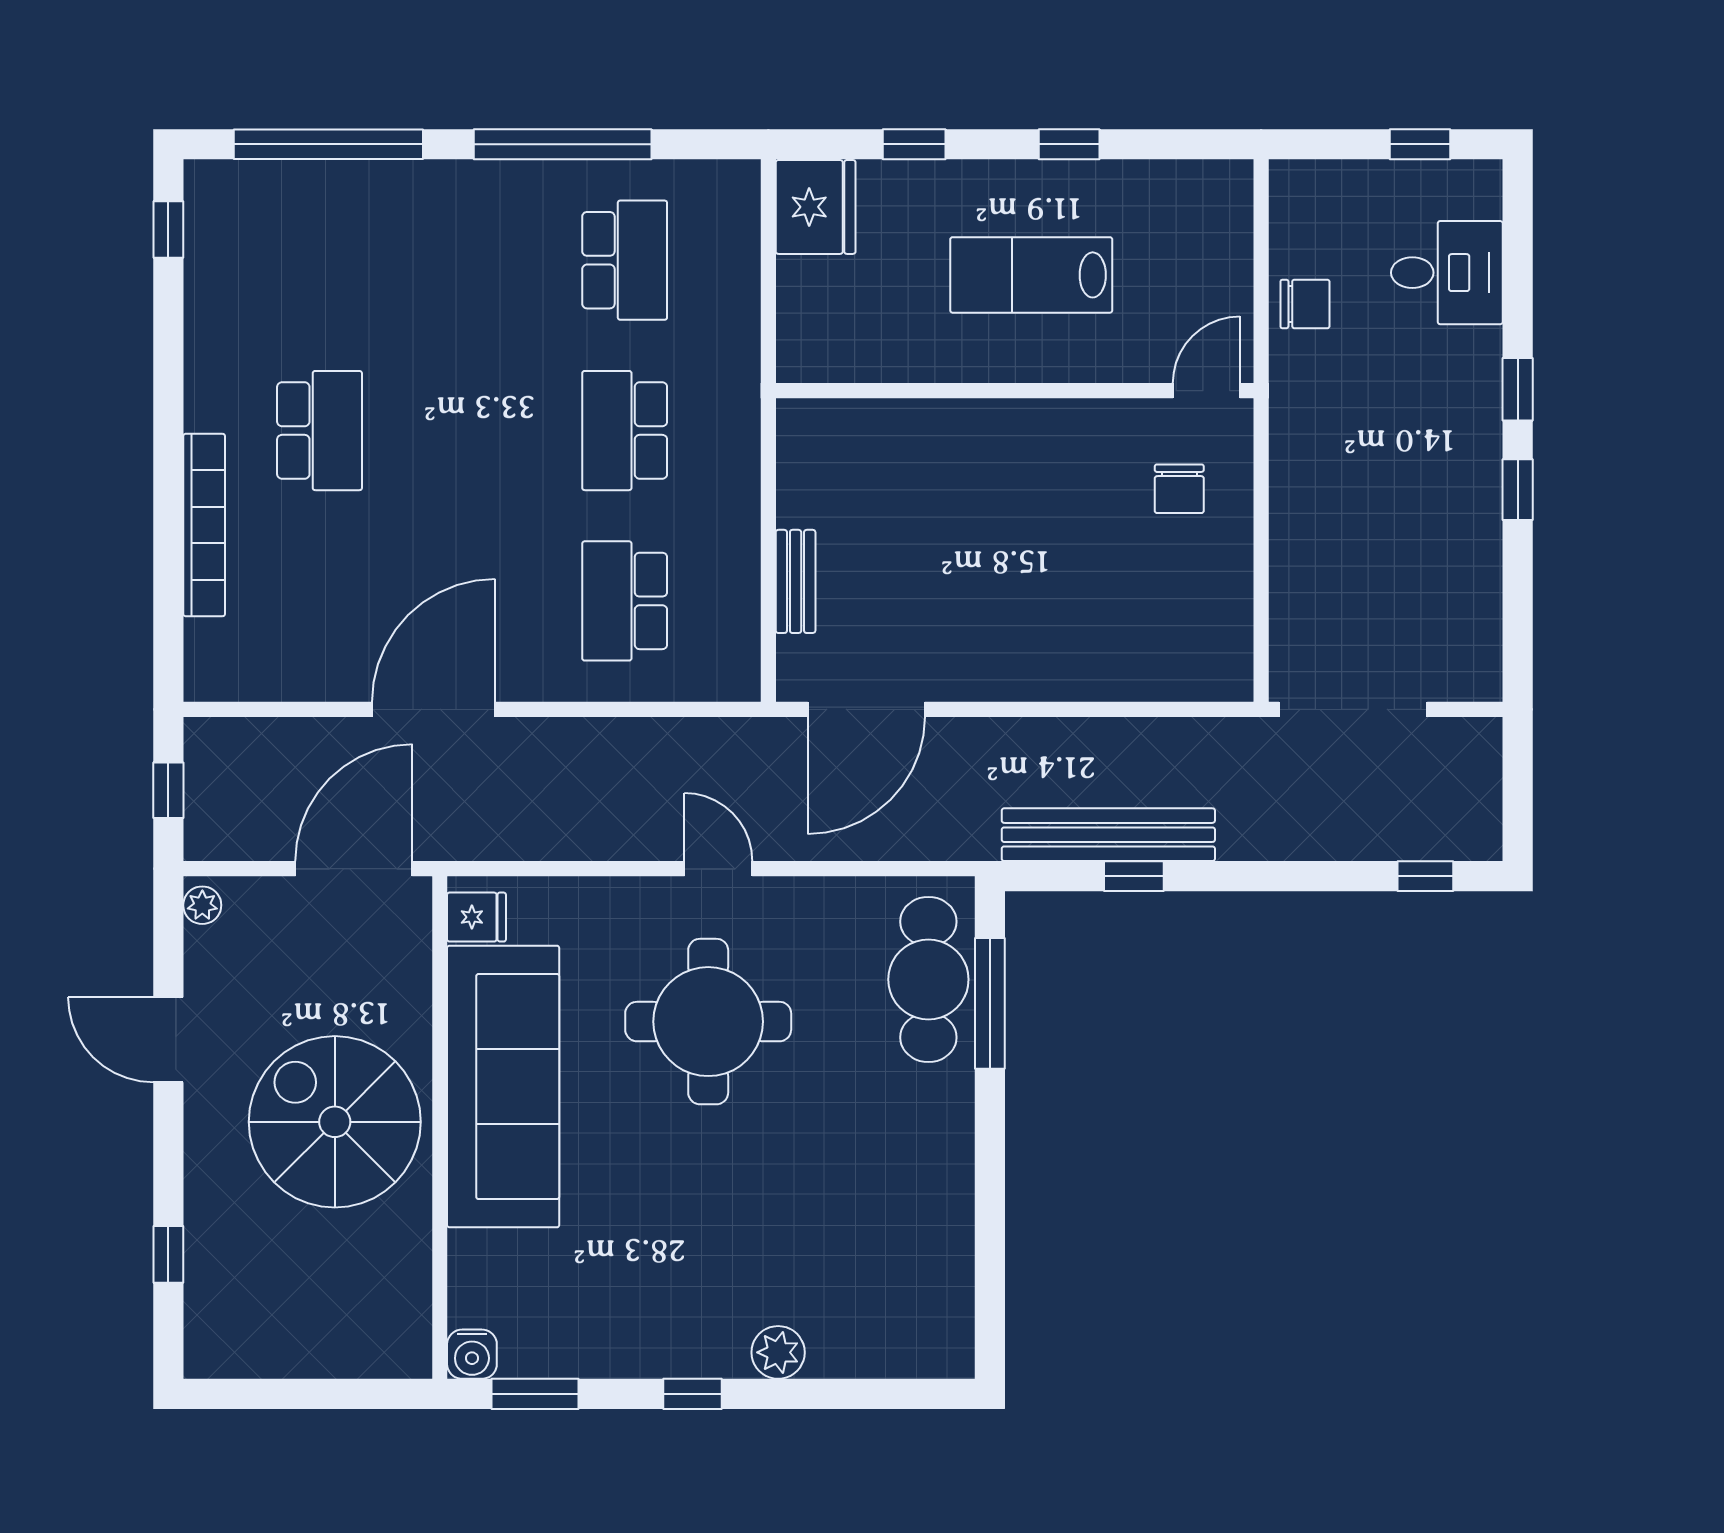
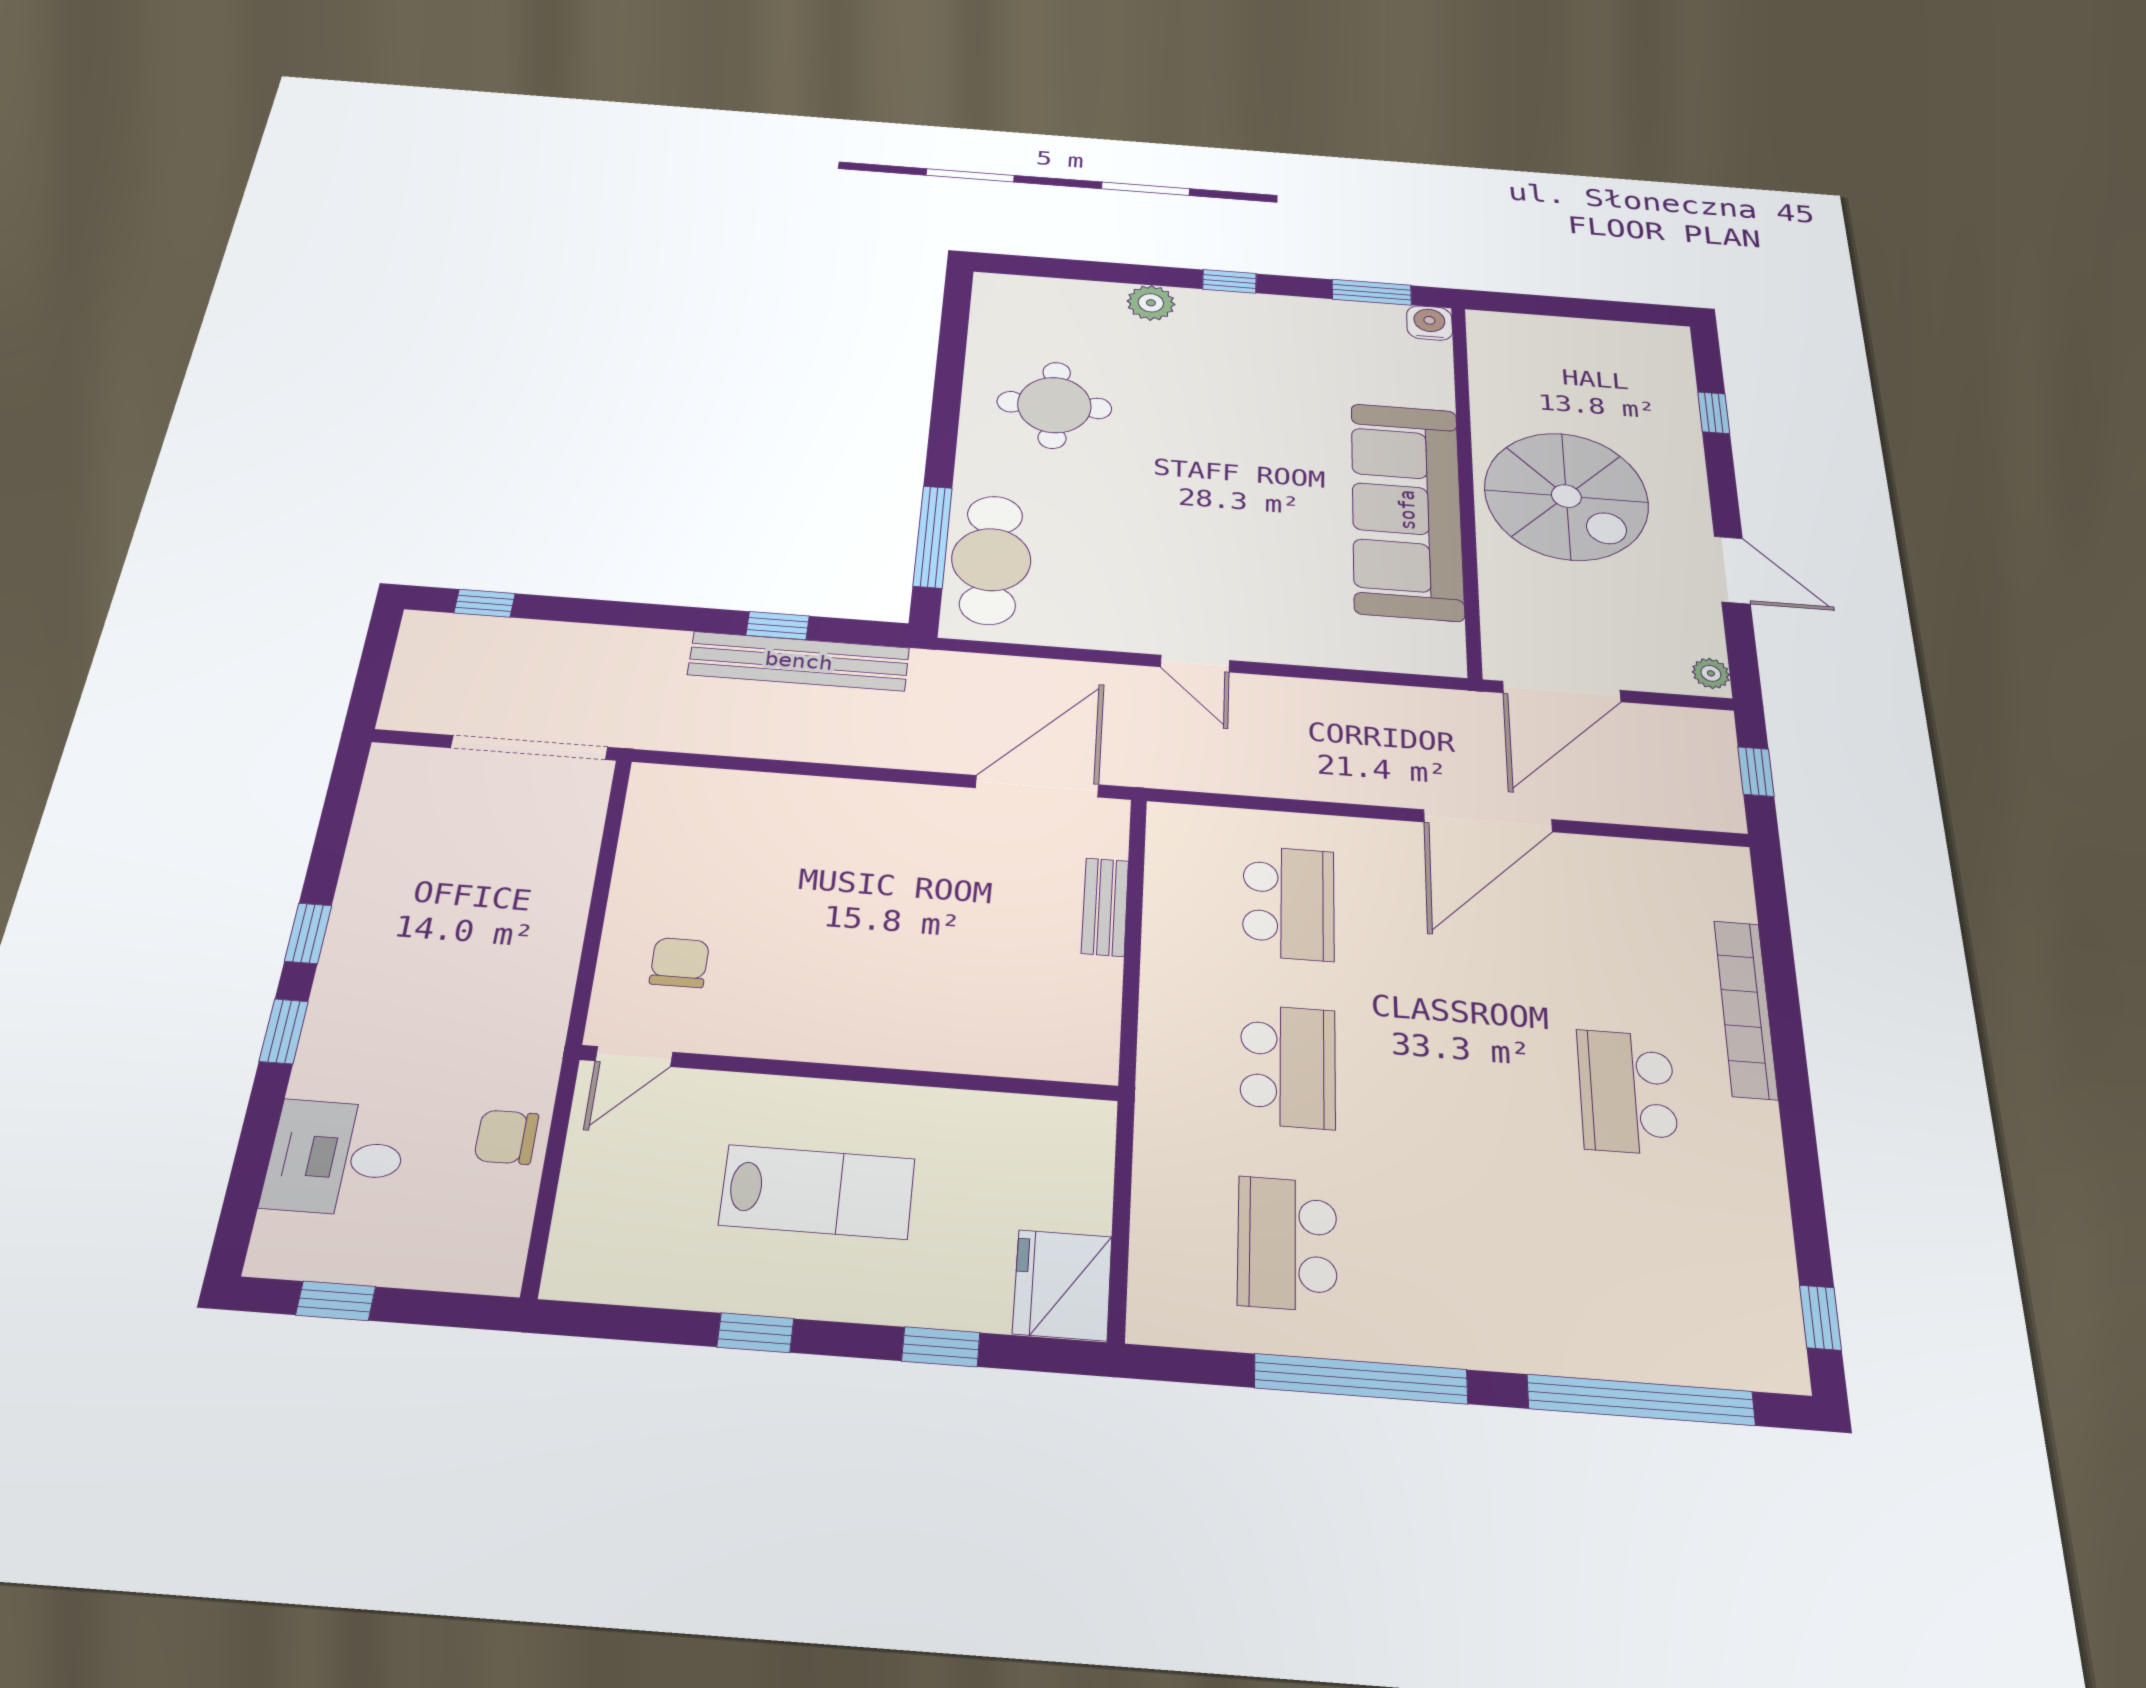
fridge: (477, 917) -> (1437, 643), removed
round table: (708, 1022) -> (1054, 405), moved, width x0.73, depth x0.73

